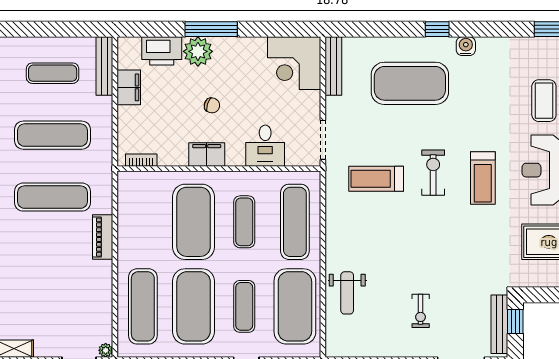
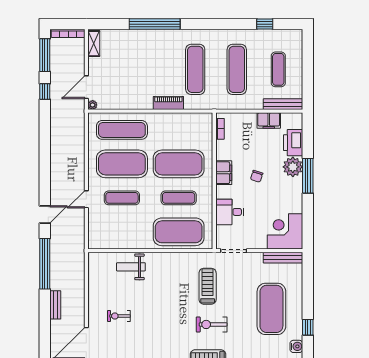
exercise bike: (433, 173) -> (212, 324), turned 180
exercise mat: (295, 222) -> (179, 232), width x1.47
exercise mat: (295, 306) -> (122, 232), removed

